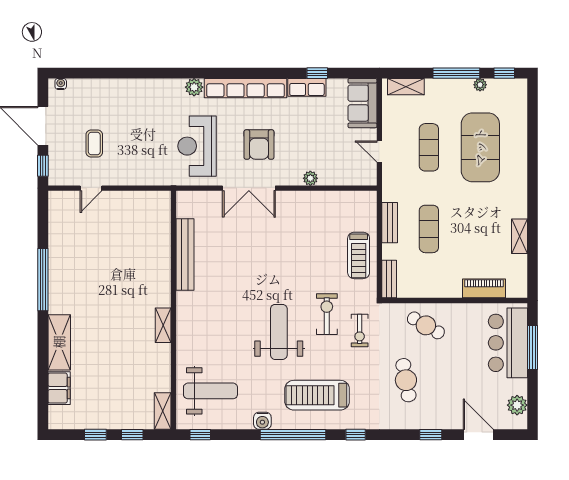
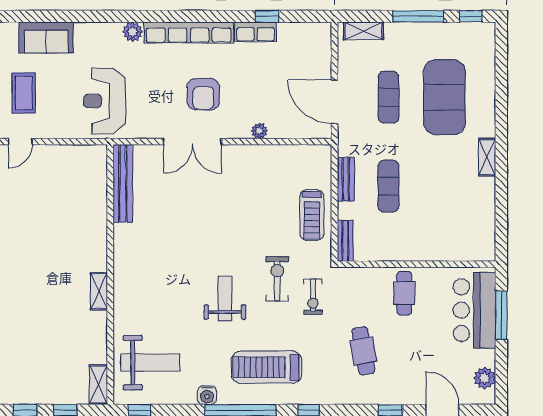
plant: (480, 85) -> (444, 29), removed
sofa: (362, 103) -> (46, 38), moved, turned -90
coffee table: (94, 143) -> (24, 93), width x1.36, depth x1.30
reception desk: (197, 146) -> (105, 101), moved
door: (379, 151) -> (334, 102), width x1.87
shelving: (519, 236) -> (487, 157), moved
bench: (185, 255) -> (123, 183), moved
piano: (484, 288) -> (449, 251), removed
cafe table: (426, 325) -> (404, 293), moved, turned 60
weight bench: (279, 332) -> (225, 298), width x0.73, depth x0.75

